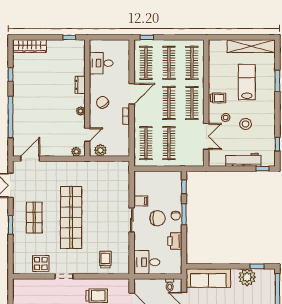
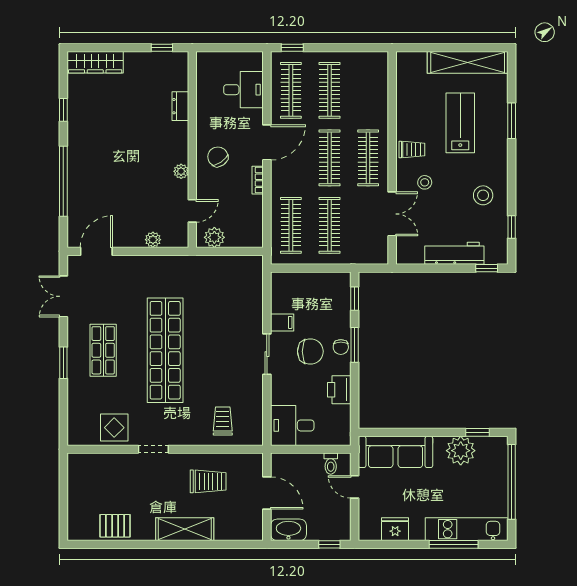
desk: (101, 63) -> (244, 90), moved, turned 180
clothes rail: (192, 63) -> (368, 90), removed
dresser: (80, 85) -> (180, 106), moved
stool: (246, 124) -> (483, 195), moved
plant: (76, 152) -> (153, 240), moved

